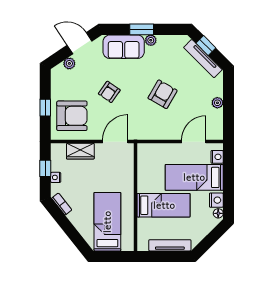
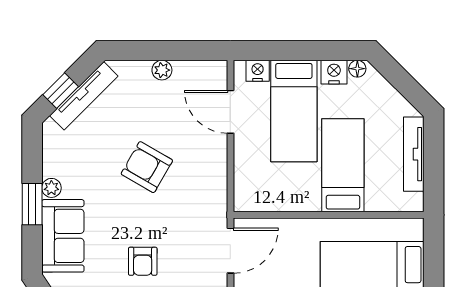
armchair: (109, 92) -> (143, 261), turned 55
door: (115, 142) -> (230, 251), swing flipped

